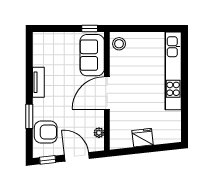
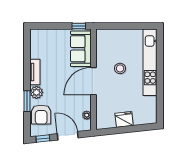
stool: (119, 44) -> (120, 68), moved
plant: (40, 106) -> (36, 92), added
armchair: (46, 132) -> (41, 115), turned 90

